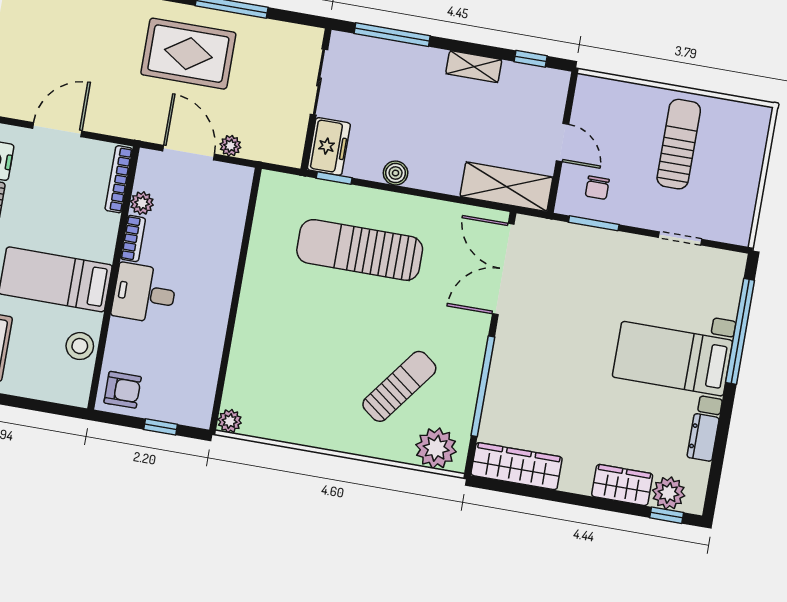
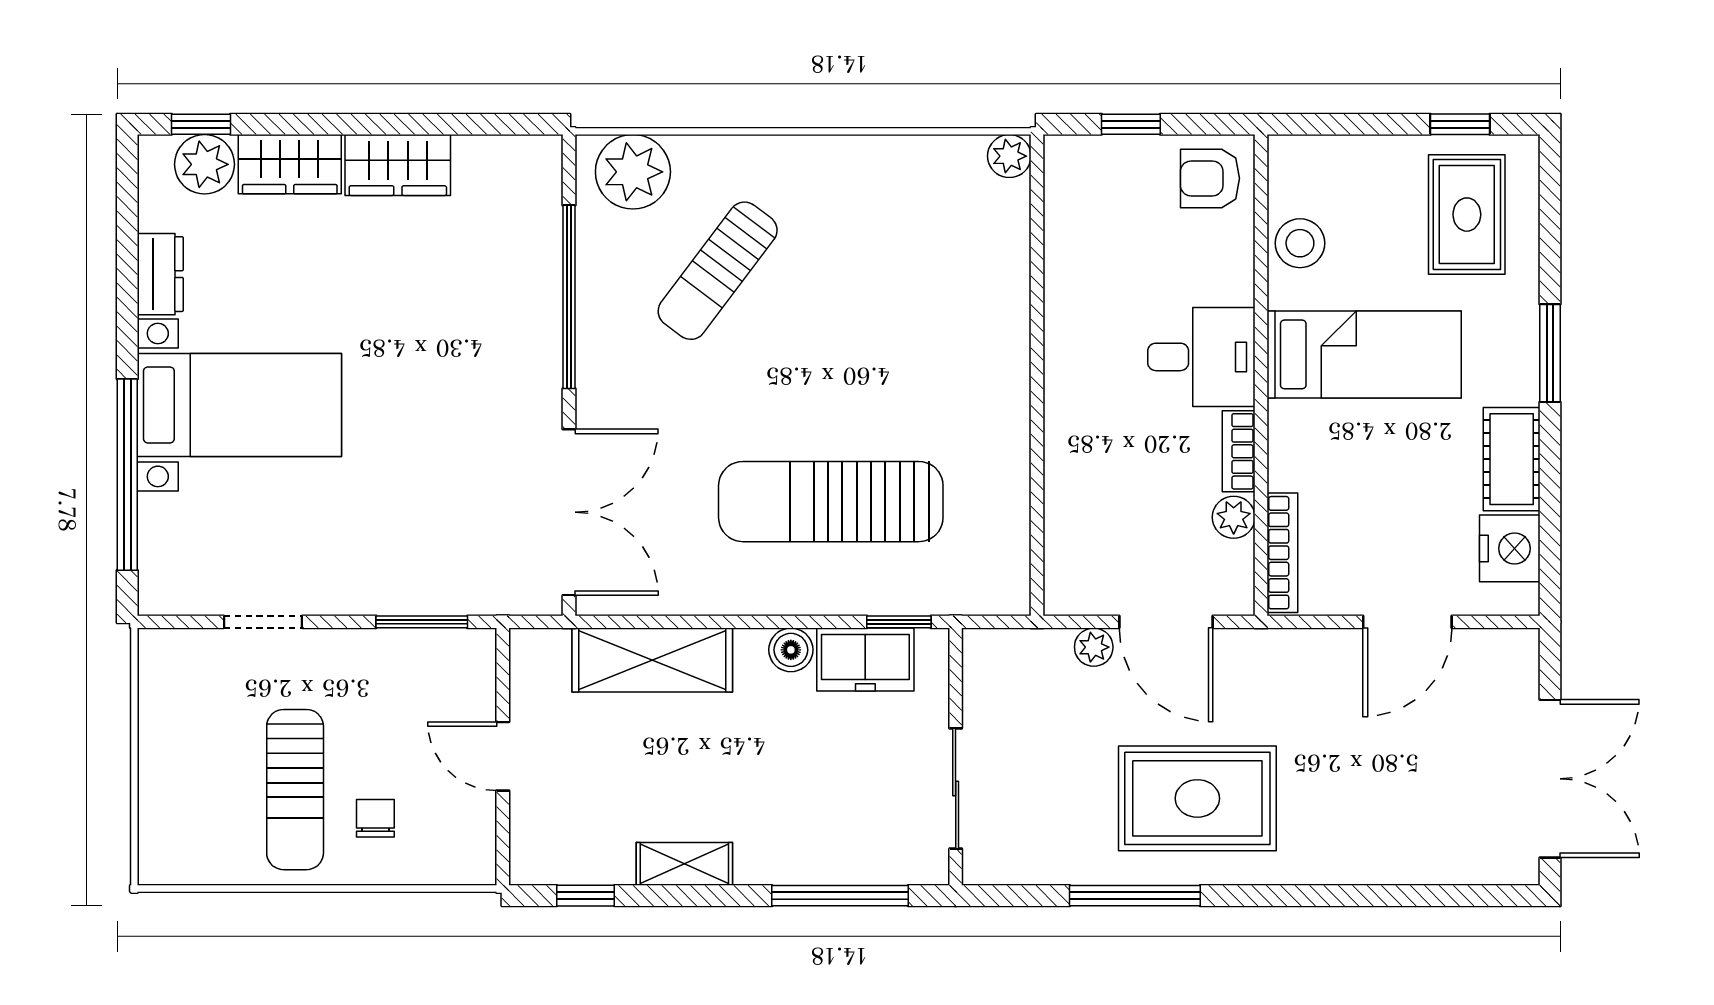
freezer: (329, 146) -> (865, 660), moved, turned -90
shelving: (506, 187) -> (652, 660), moved
chair: (597, 188) -> (375, 818), moved
sun lounger: (360, 250) -> (831, 502), turned 180
wardrobe: (517, 466) -> (398, 165), moved, width x0.67

